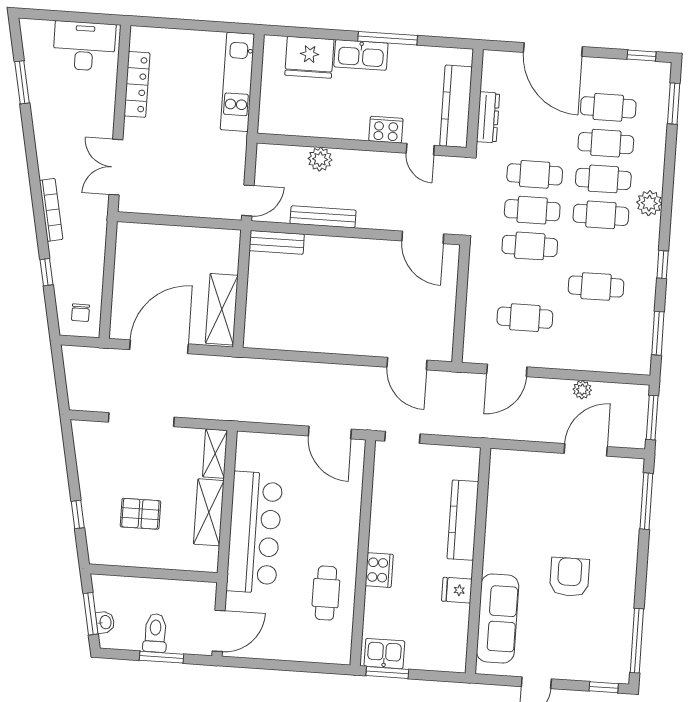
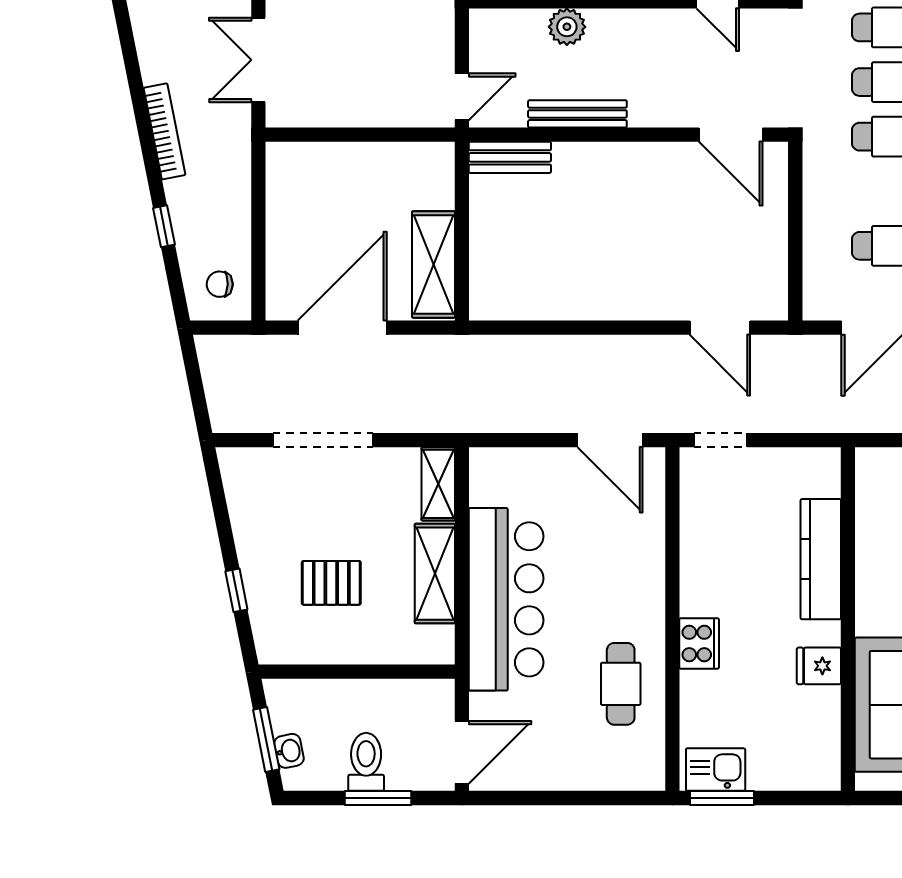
chair: (81, 313) -> (220, 284), turned 91

